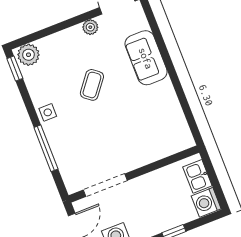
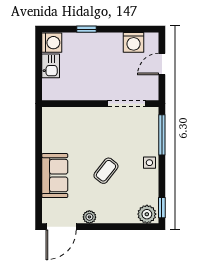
wall: (134, 174) -> (100, 104), moved
doorway: (105, 185) -> (126, 104), moved

